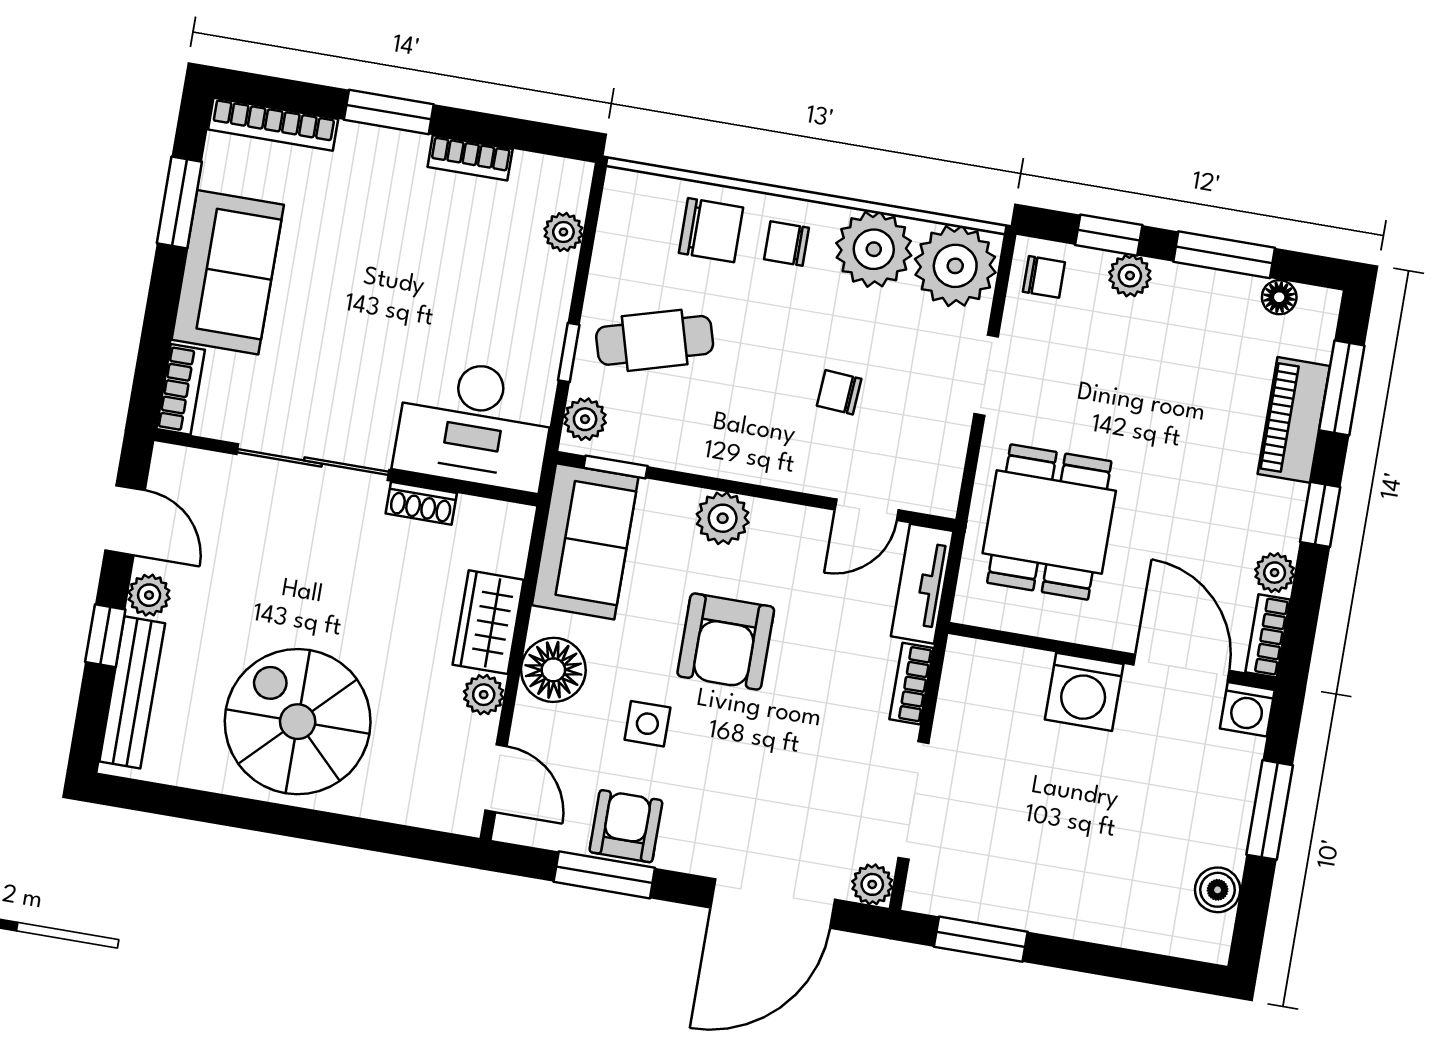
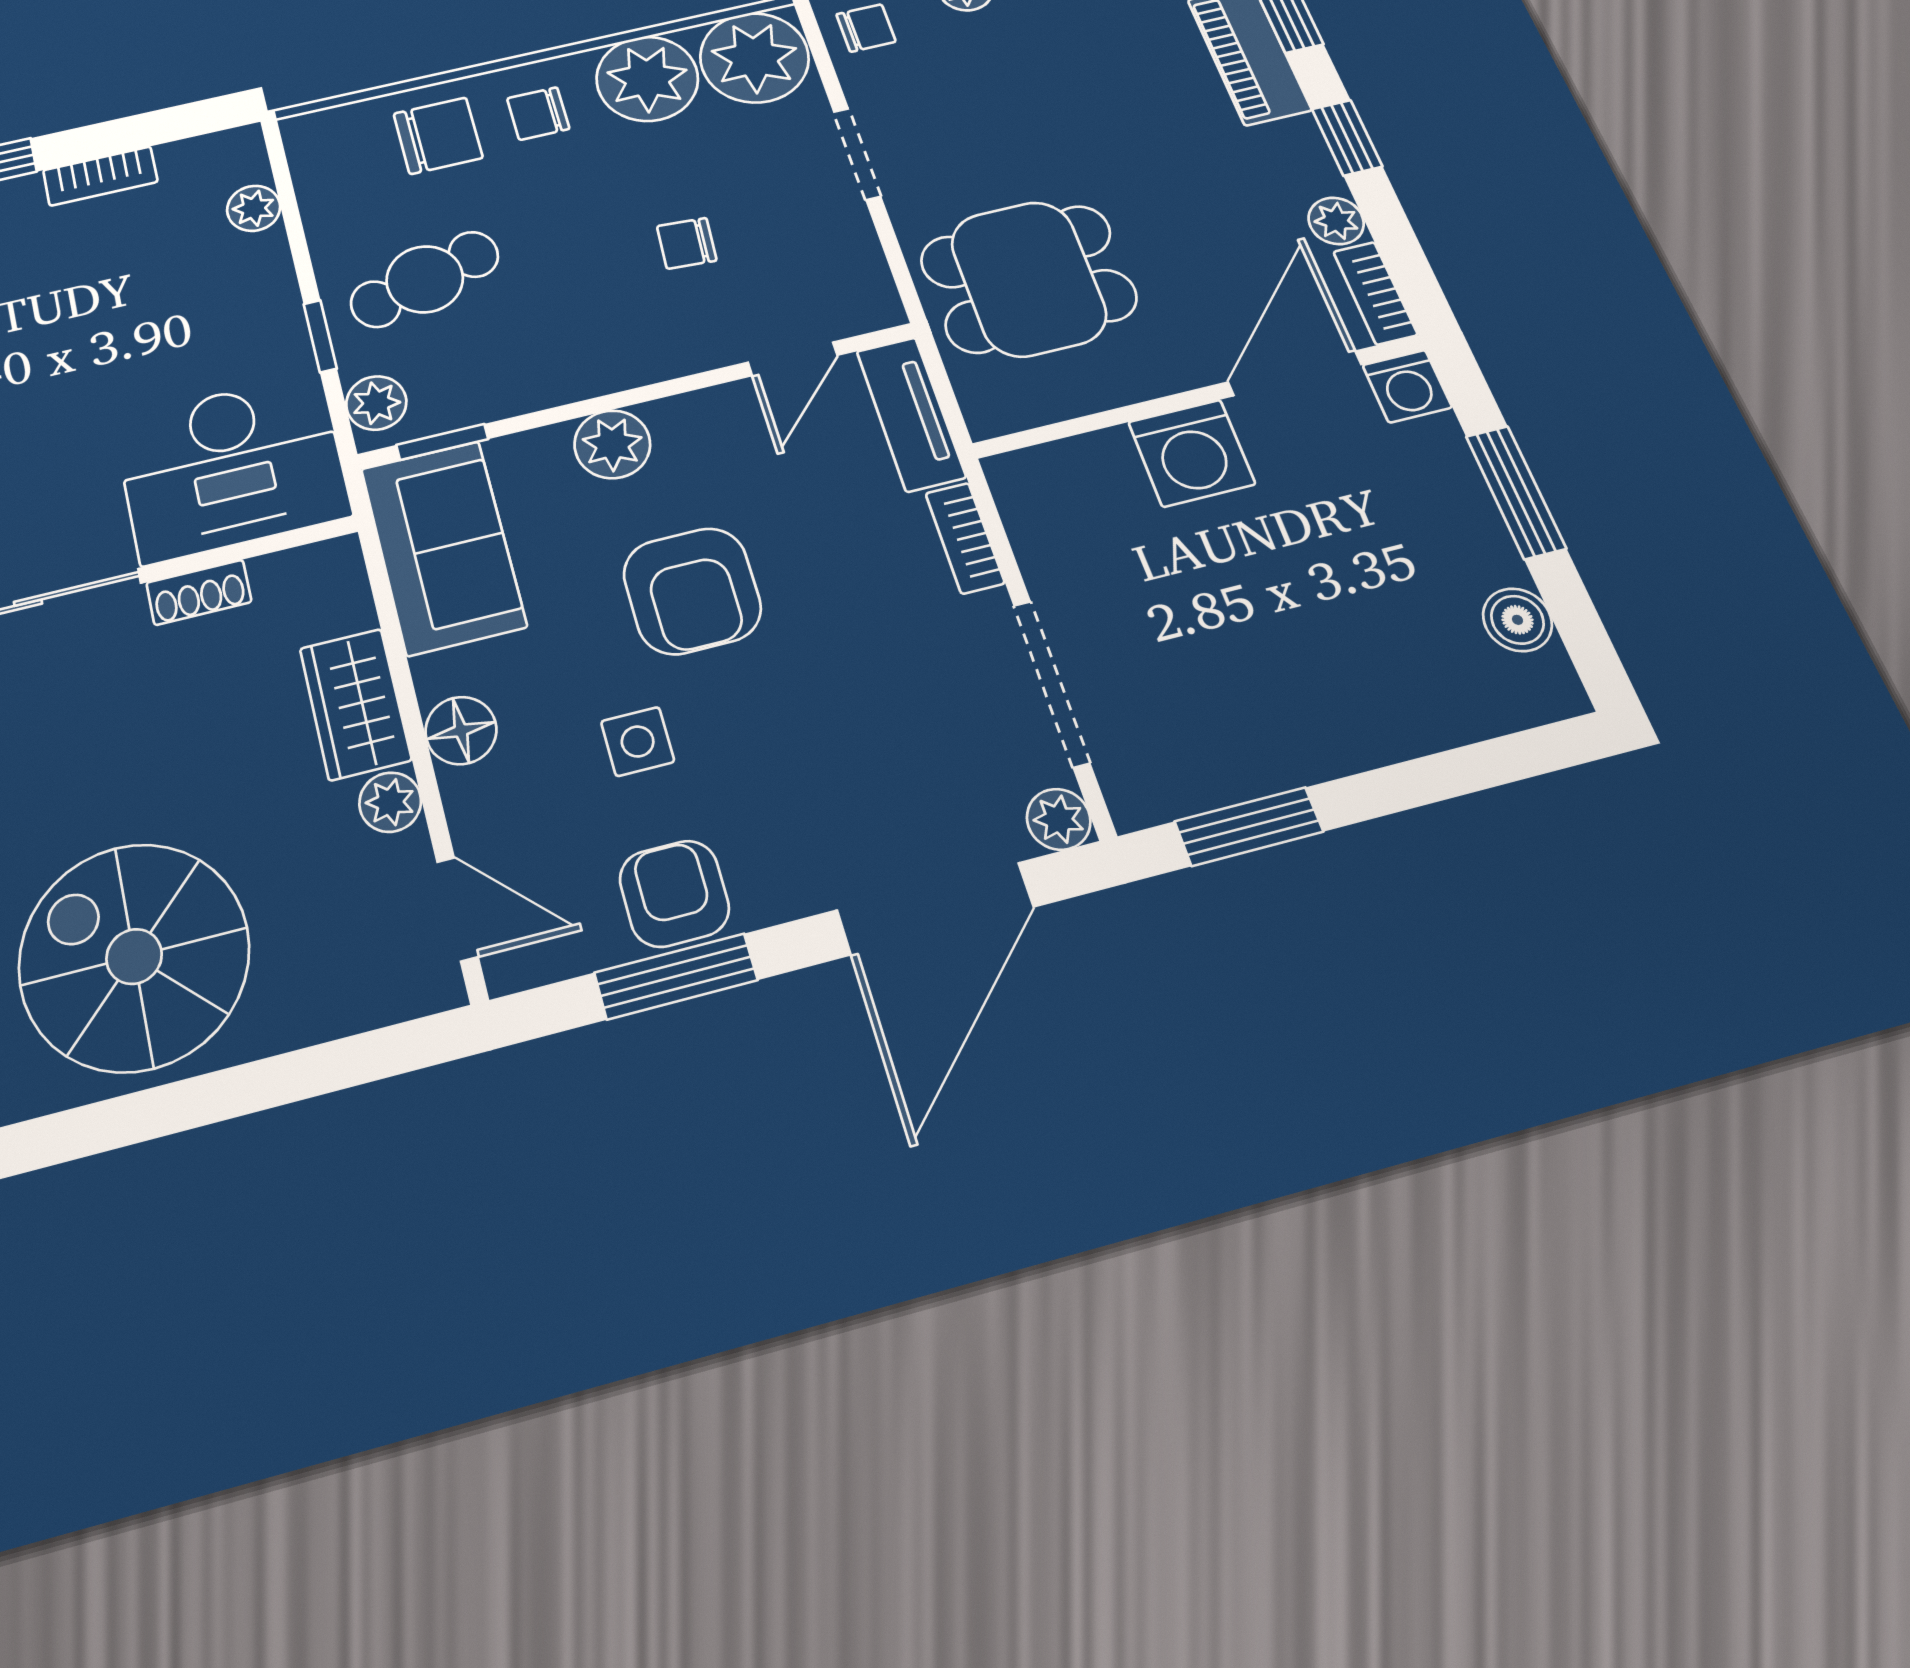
dining table: (1049, 522) -> (1028, 279), turned 90
door: (1182, 668) -> (1295, 373), hinge flipped
floor lamp: (553, 670) -> (461, 730), width x0.73, depth x0.73

